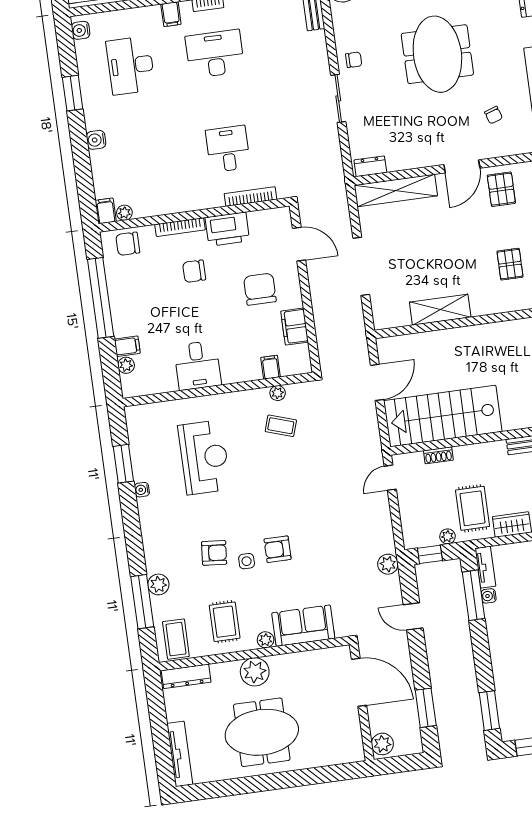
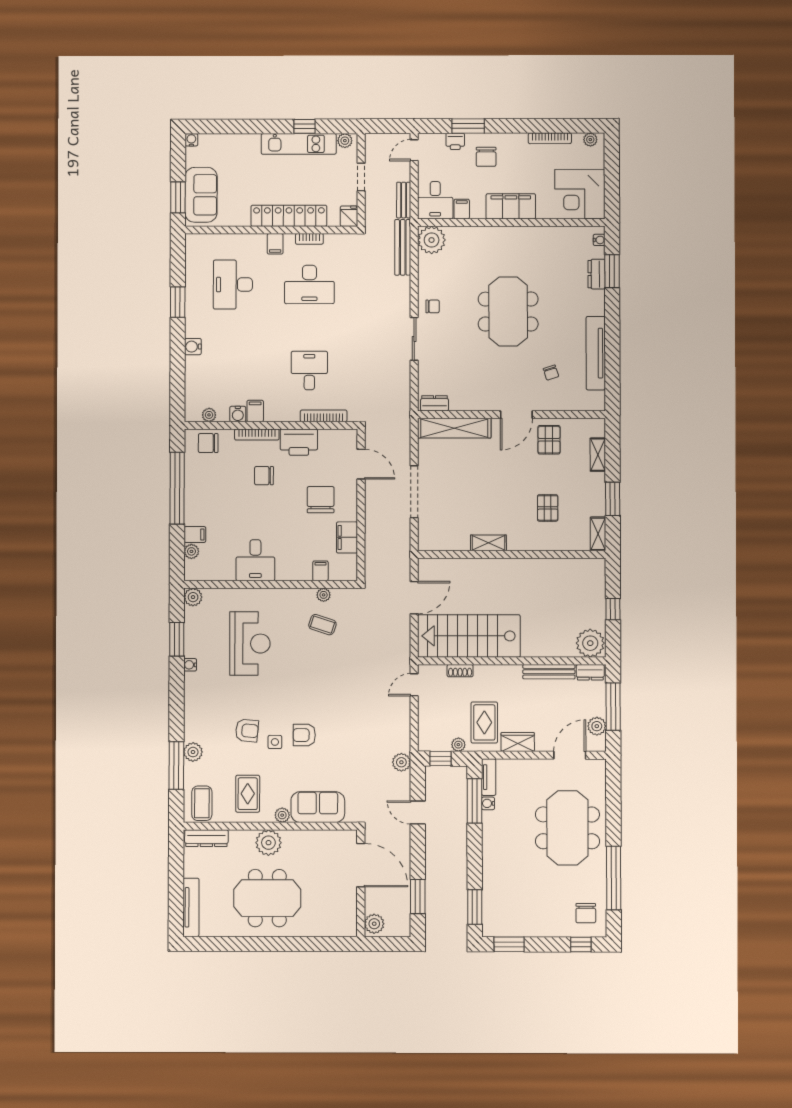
water cooler: (81, 30) -> (238, 414), moved, turned -90
desk: (215, 54) -> (309, 284), turned 180
filing cabinet: (106, 211) -> (255, 411), moved
shelving: (440, 310) -> (488, 543), width x0.67, depth x0.75
plant: (135, 415) -> (193, 597), added

